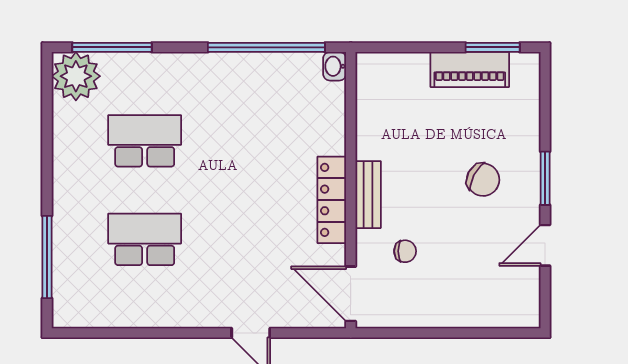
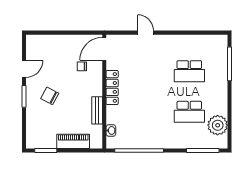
washbasin: (335, 66) -> (111, 130), moved
piano: (470, 69) -> (73, 141), moved
plant: (76, 76) -> (218, 125), moved
bench: (368, 195) -> (97, 110), moved
door: (351, 294) -> (104, 49), swing flipped

